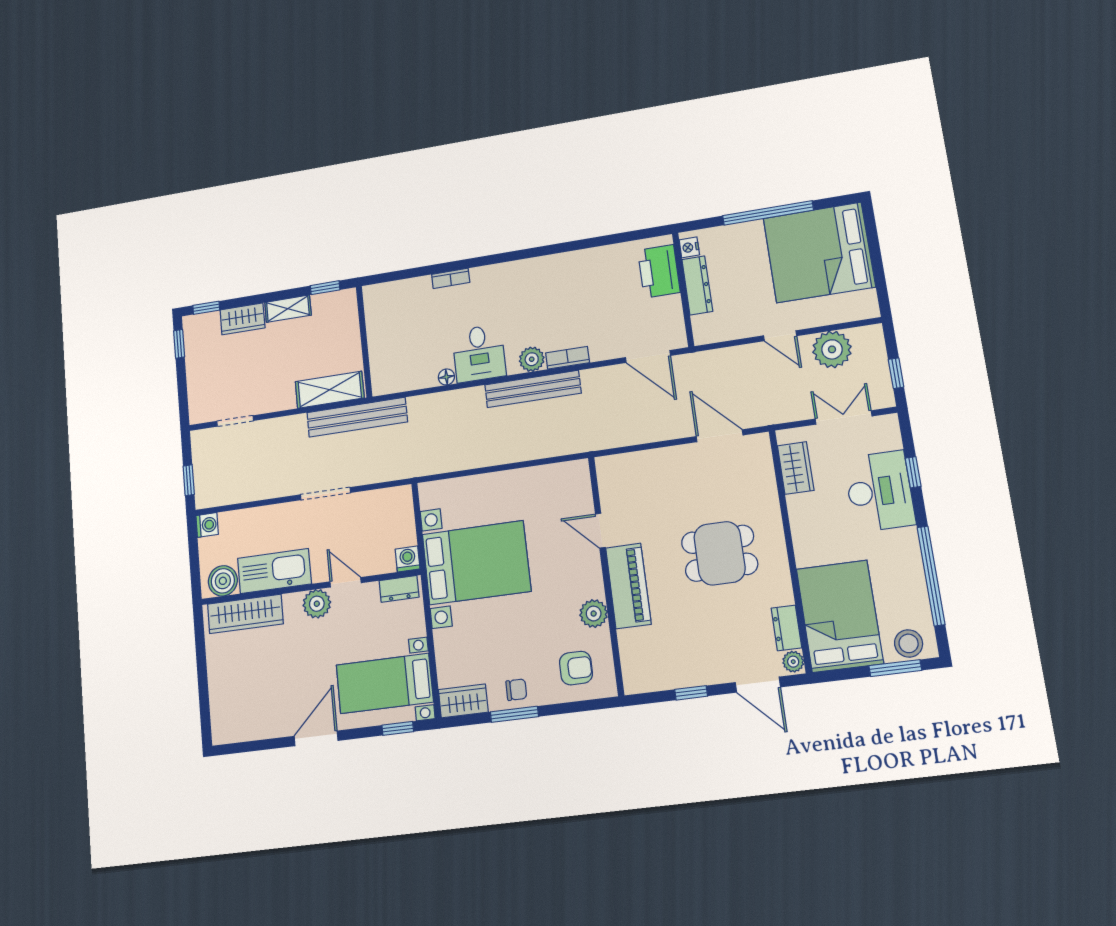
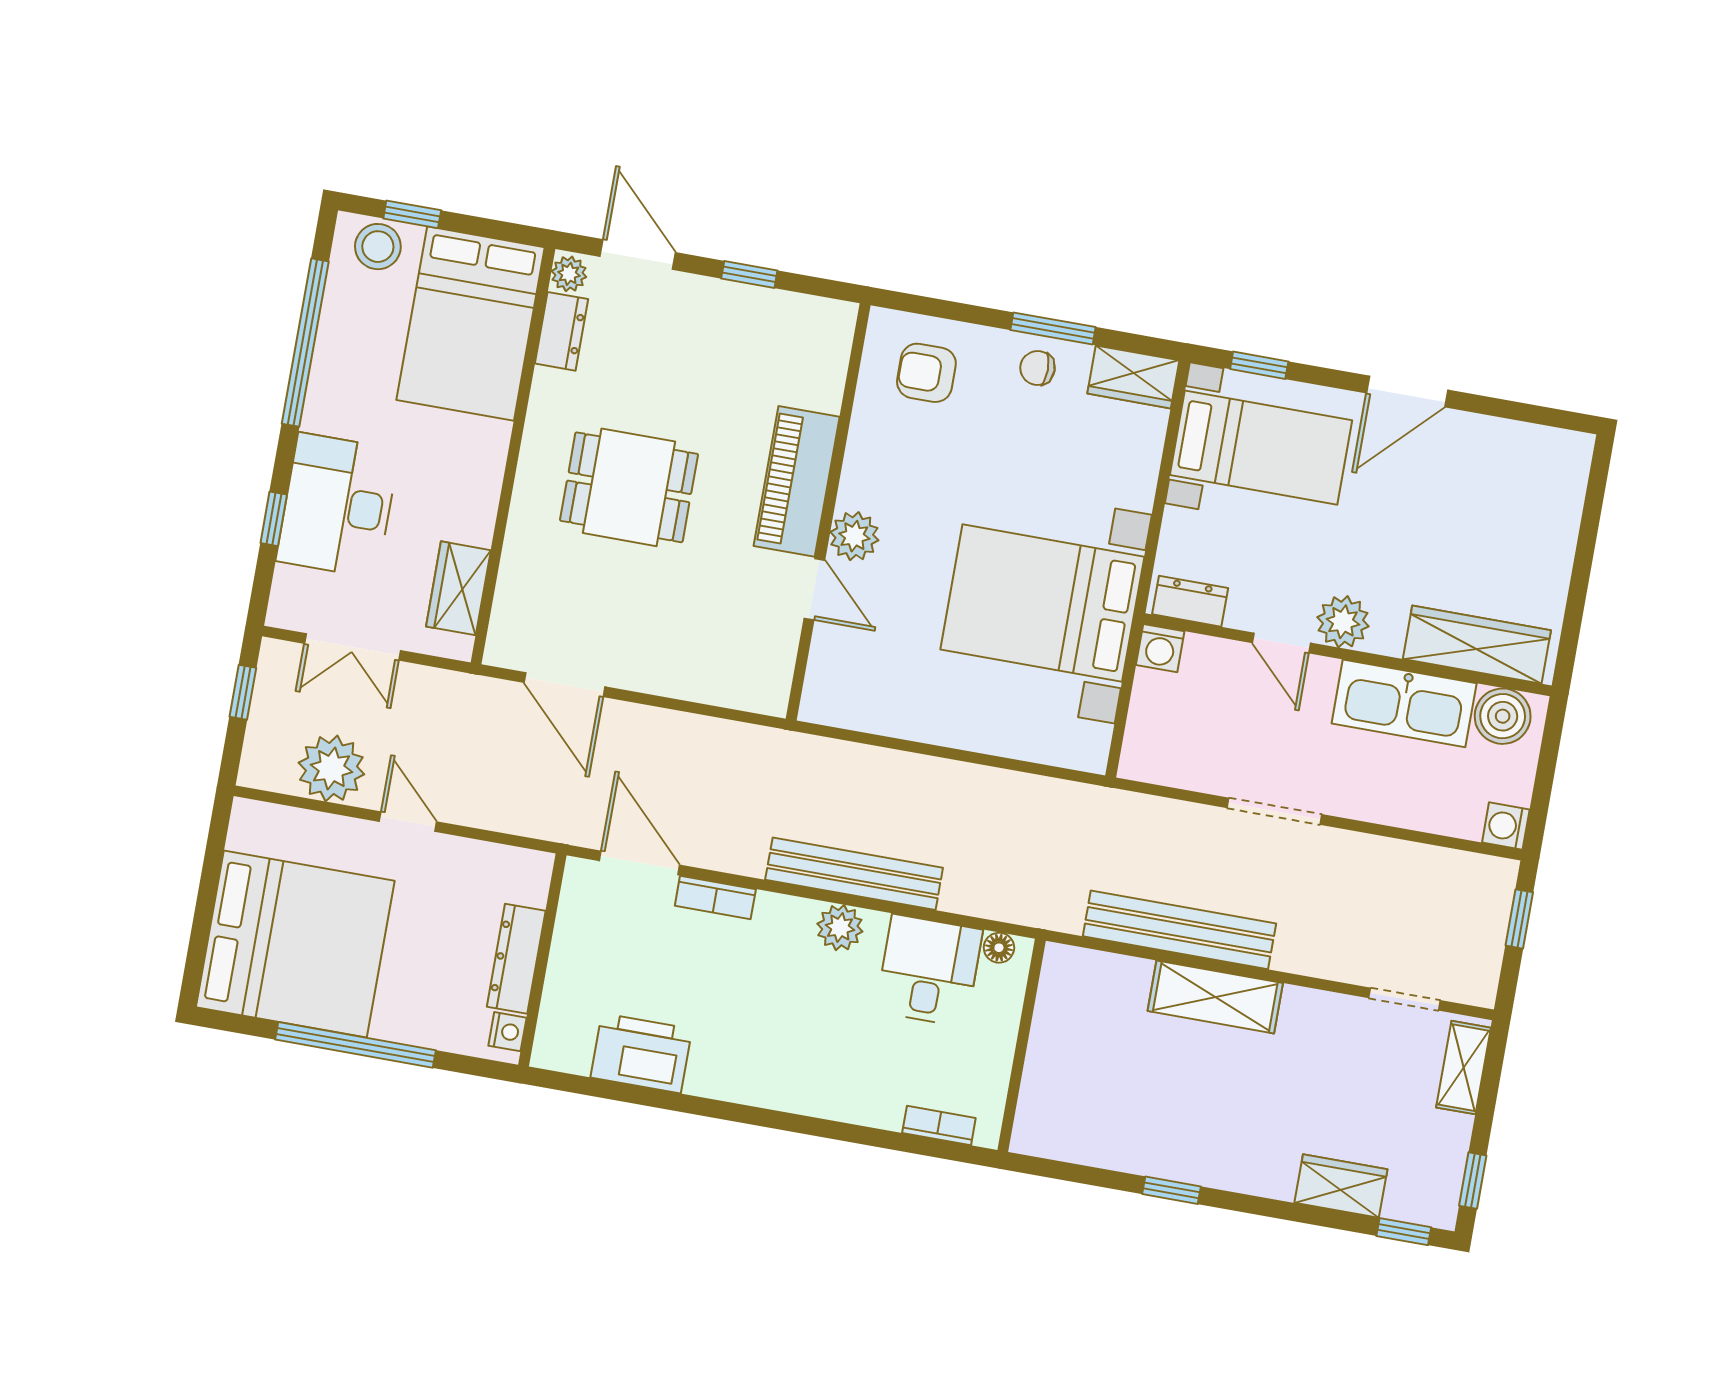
printer: (659, 271) -> (641, 1053), moved, turned -90
shelving: (288, 309) -> (1464, 1068), moved, turned 90
wall: (364, 341) -> (1022, 1045), moved
bookcase: (568, 358) -> (715, 897), moved
plant: (594, 614) -> (854, 536), moved
window: (895, 668) -> (412, 214), width x0.67

